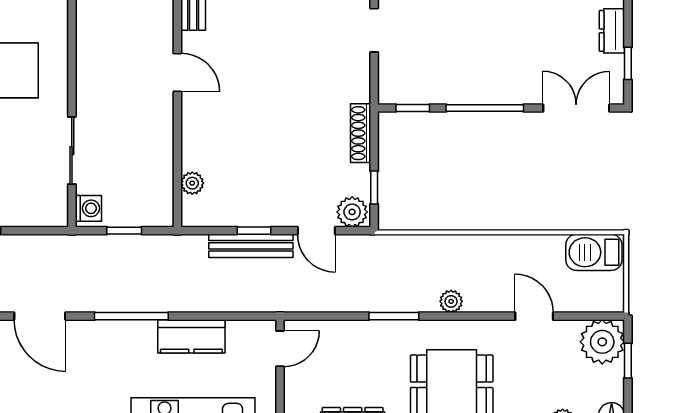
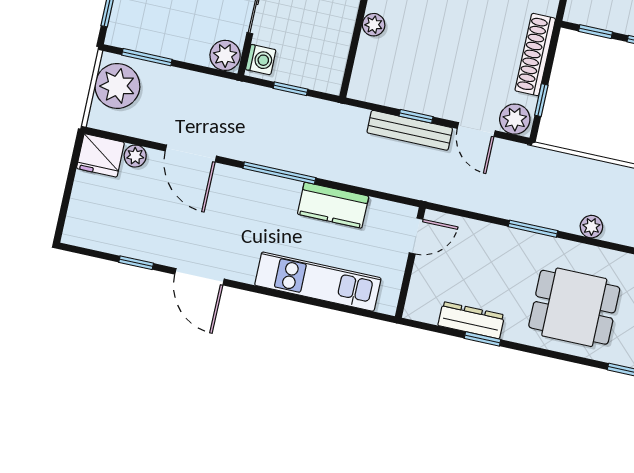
shoe rack: (361, 133) -> (535, 55), width x1.36, depth x1.24
plant: (192, 183) -> (374, 25), moved
plant: (52, 212) -> (225, 55), added

